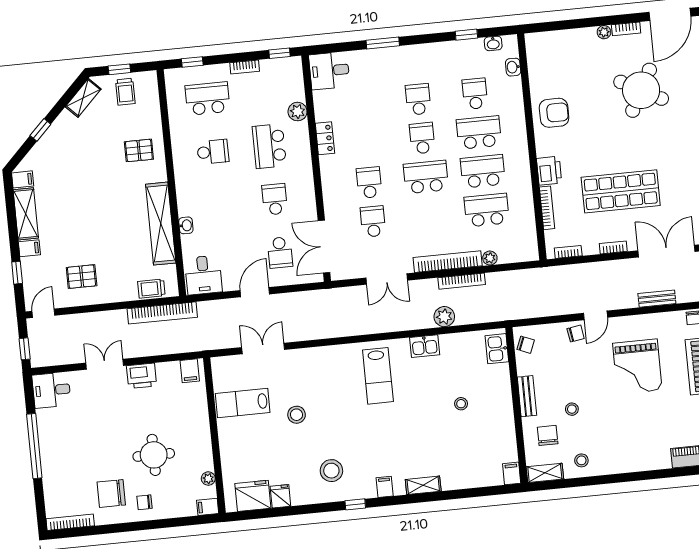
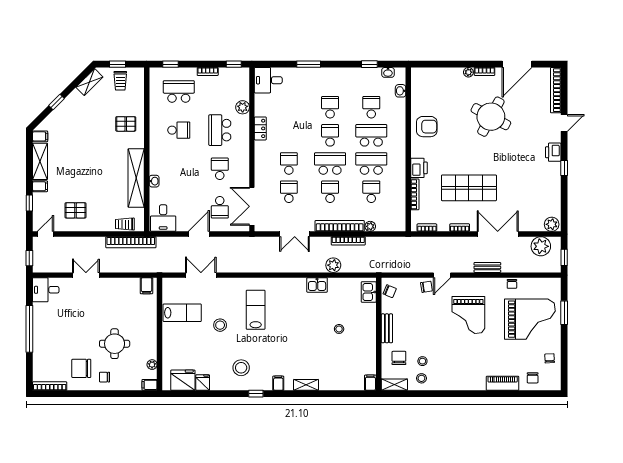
school desk: (487, 210) -> (371, 192), width x0.54
school desk: (430, 216) -> (330, 192), added
printer: (142, 376) -> (111, 286), removed
lab bench: (378, 376) -> (256, 310), moved, turned 180
lab bench: (243, 403) -> (182, 313), turned 180
stool: (572, 409) -> (422, 361), moved

